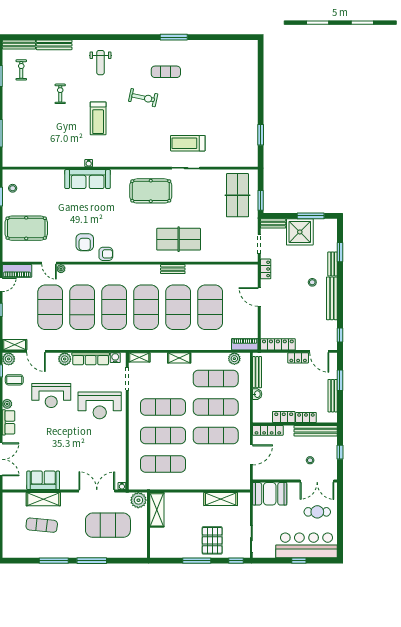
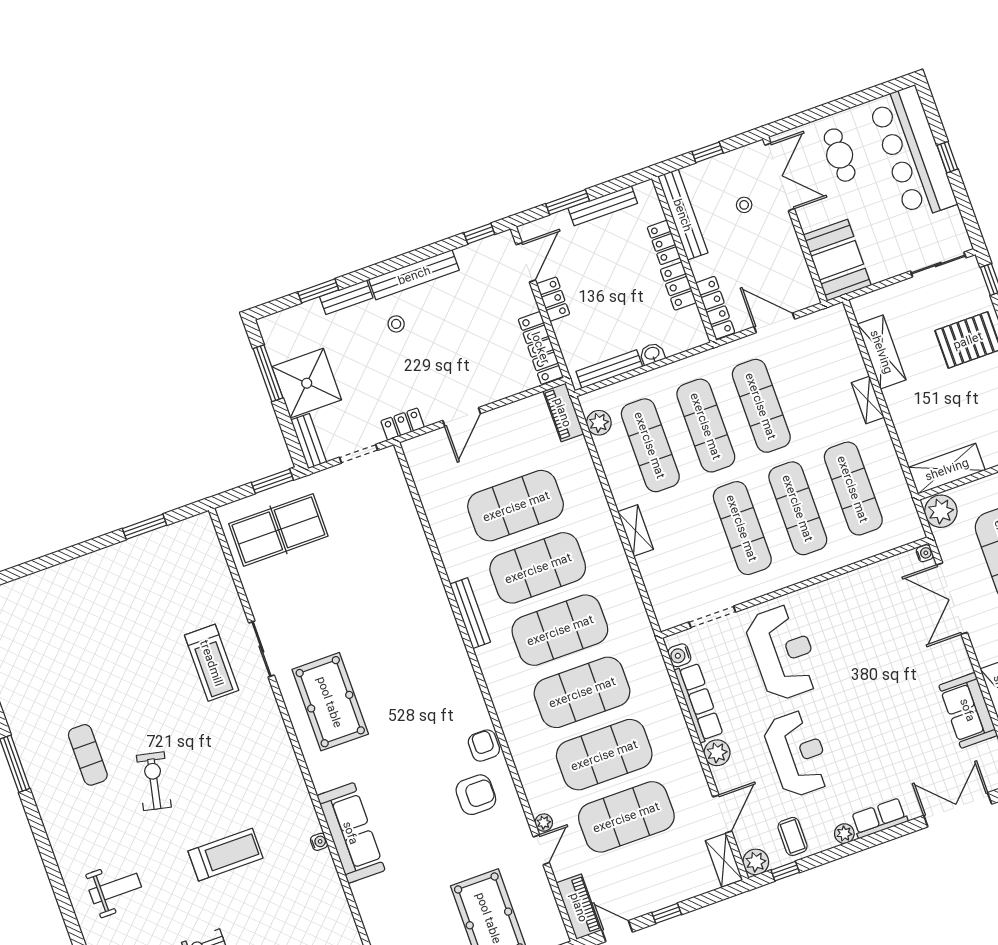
table tennis table: (179, 239) -> (405, 614), removed
bench: (173, 269) -> (470, 613), width x1.36
shelving: (139, 357) -> (868, 400), moved

